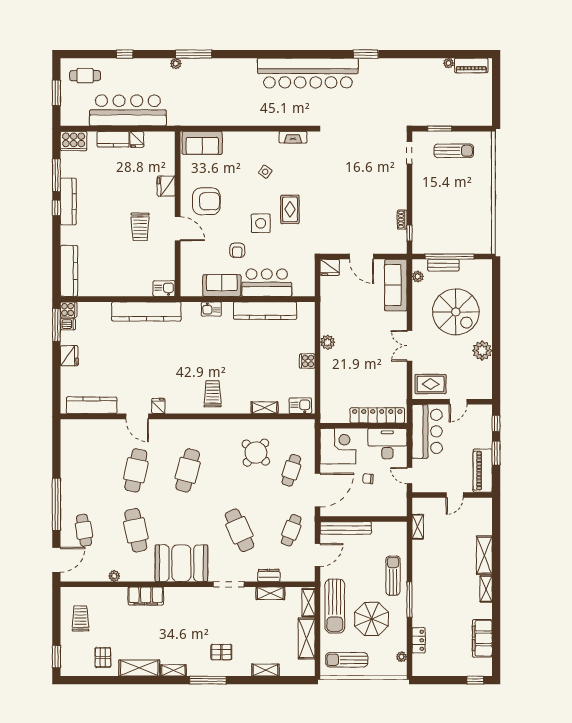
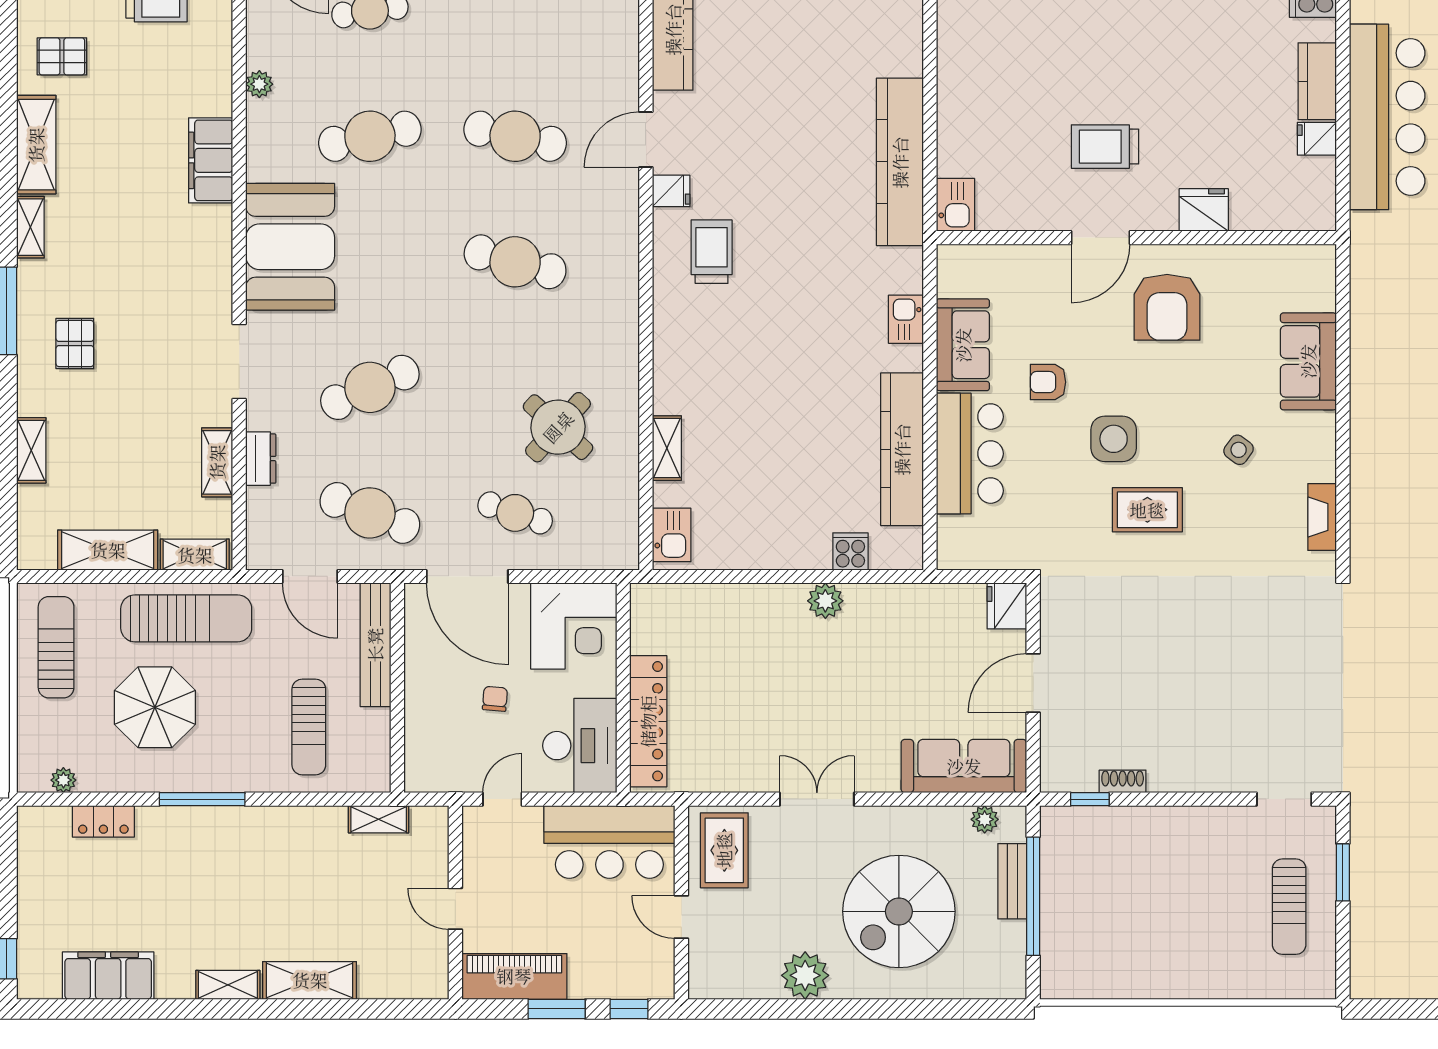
sofa: (202, 143) -> (1308, 361), moved
cooker: (307, 361) -> (850, 551), moved
trolley: (213, 394) -> (712, 252), moved, turned -90
cafe table: (291, 530) -> (370, 513), width x1.37, depth x1.35
sun lounger: (393, 576) -> (309, 727), moved, turned 90
sun lounger: (335, 606) -> (186, 618), turned 180

